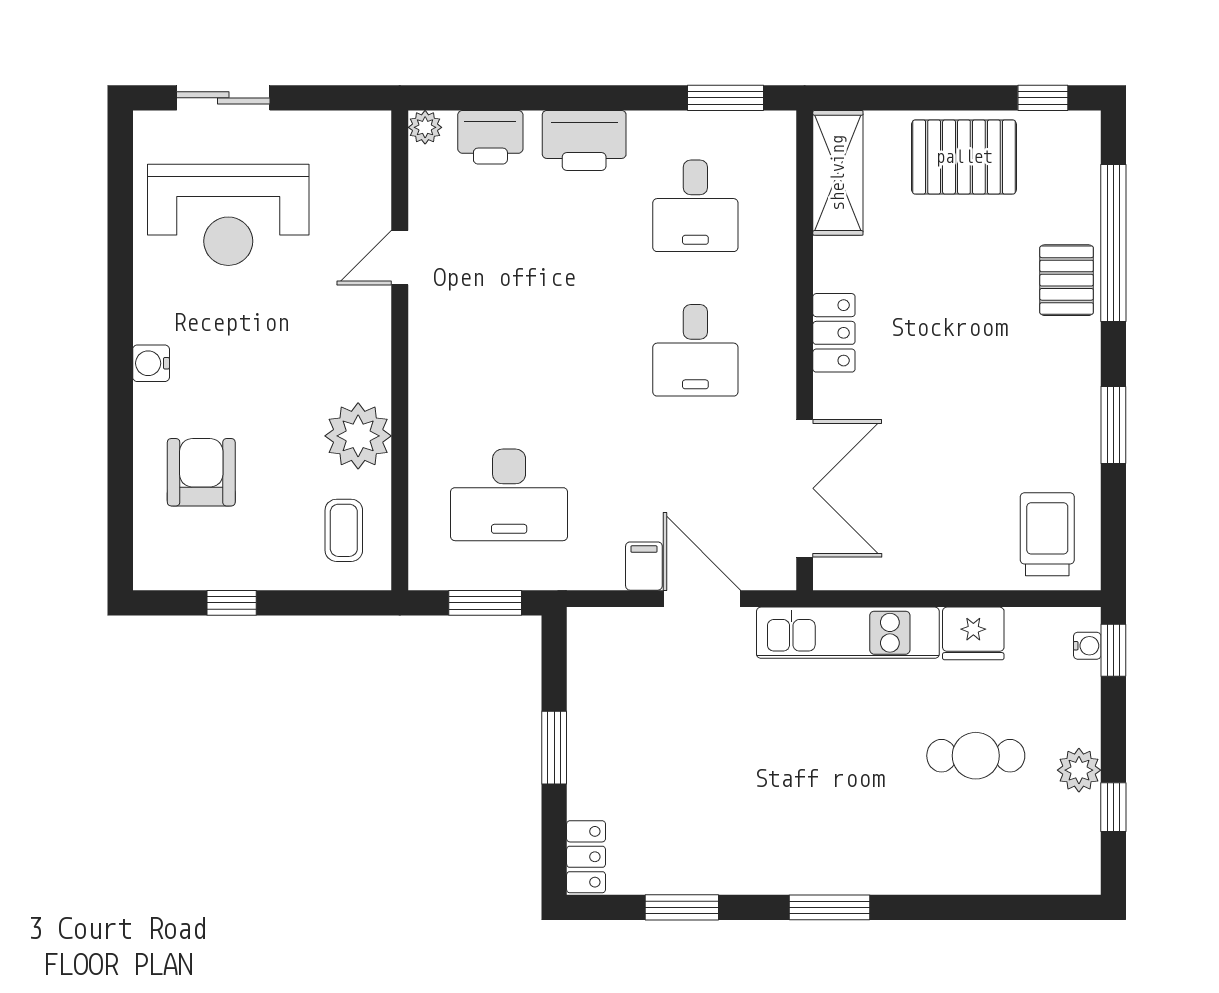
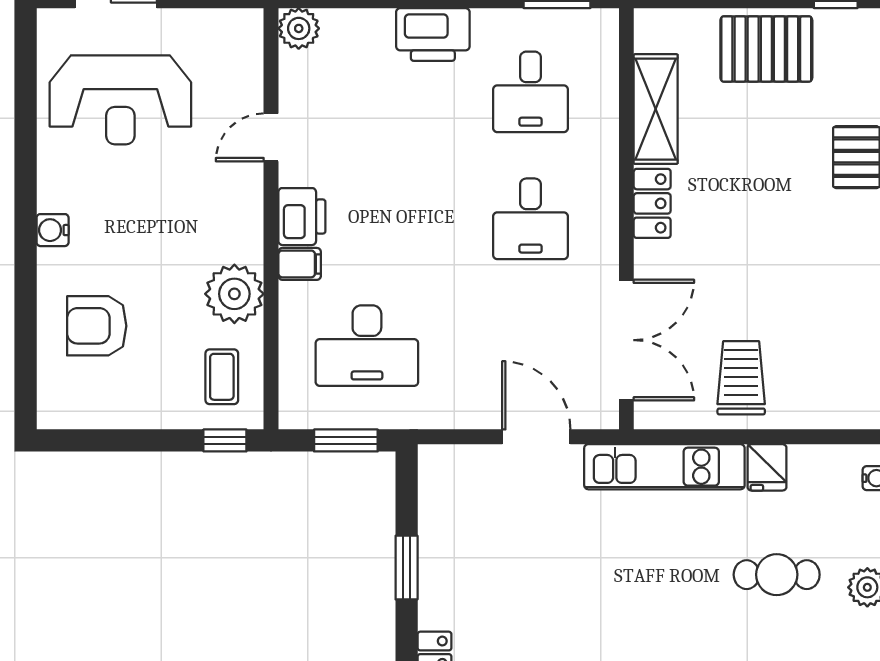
plant: (425, 127) -> (299, 28), width x1.38, depth x1.38
printer: (490, 137) -> (302, 217), moved, turned -90
shelving: (838, 173) -> (656, 109), moved
armchair: (201, 472) -> (97, 326), turned -90
trolley: (1047, 534) -> (741, 378), moved
filing cabinet: (644, 566) -> (300, 264), moved, turned 90
window: (232, 603) -> (225, 440), moved
fridge: (973, 633) -> (767, 467), width x0.72

